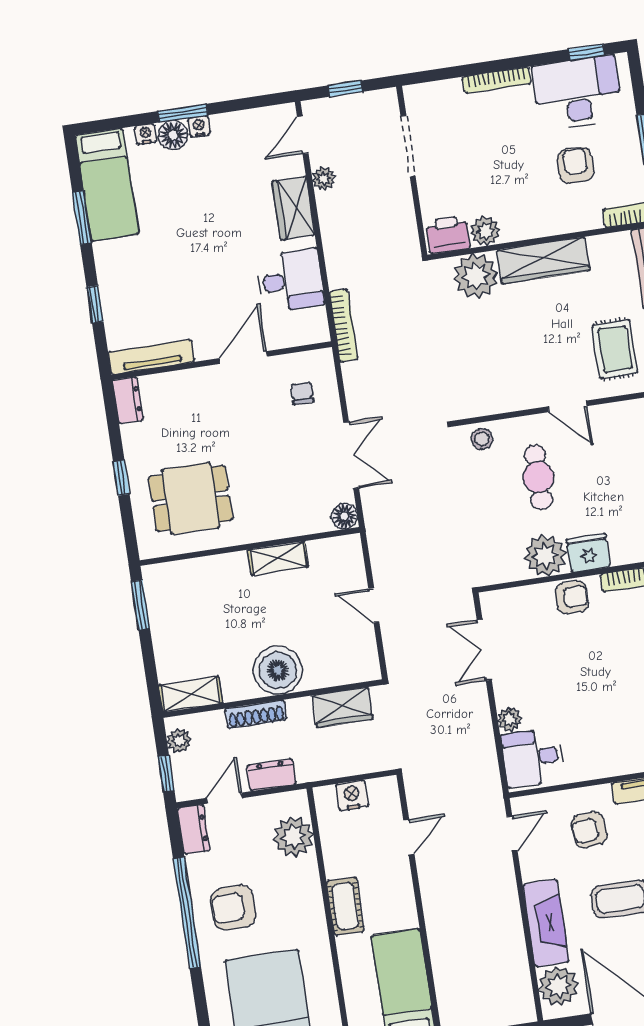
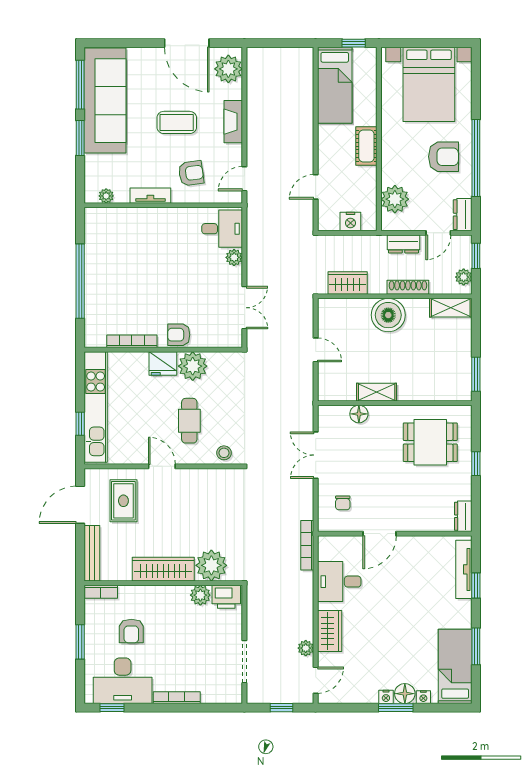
tv unit: (151, 357) -> (464, 569), moved, turned 90
floor lamp: (344, 516) -> (359, 414), moved
fireplace: (546, 923) -> (233, 122), width x0.73, depth x0.76

